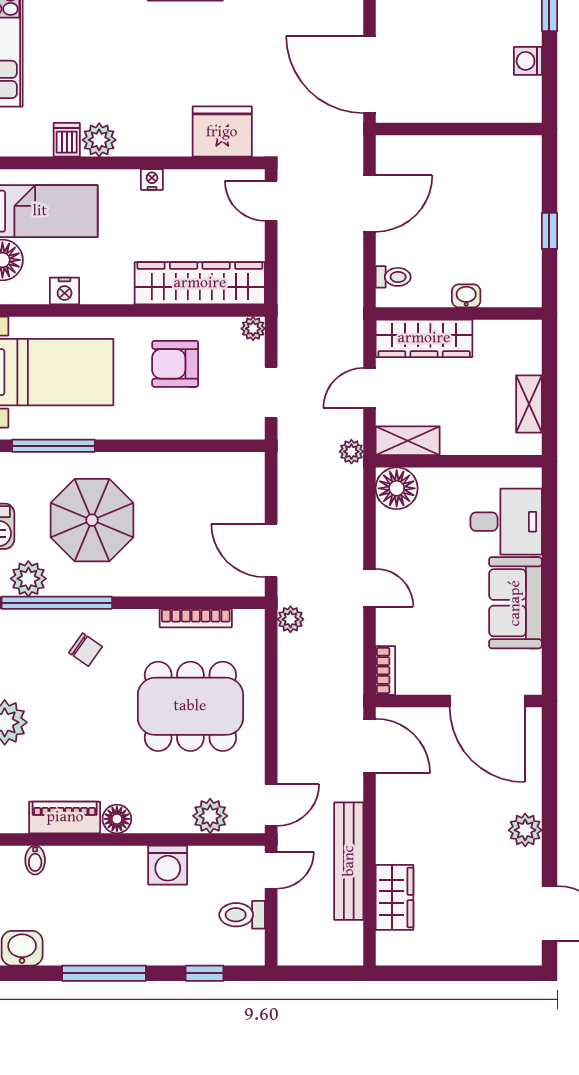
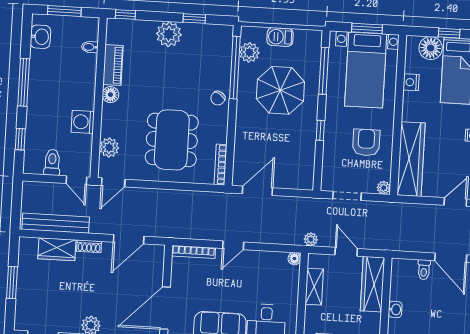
toilet: (393, 277) -> (424, 270), moved
shelving: (408, 441) -> (314, 287), moved
window: (159, 446) -> (320, 130), added
floor lamp: (397, 488) -> (294, 259), width x0.53, depth x0.53
bookcase: (196, 618) -> (221, 165), moved
plant: (290, 619) -> (218, 199), removed
chair: (85, 650) -> (218, 98), moved
bookcase: (385, 670) -> (194, 252), width x1.56
door: (370, 746) -> (129, 239), moved
door: (271, 805) -> (113, 182), hinge flipped
shoe rack: (386, 841) -> (89, 246), added
bench: (349, 861) -> (56, 223), moved
window: (458, 973) -> (12, 283), added

